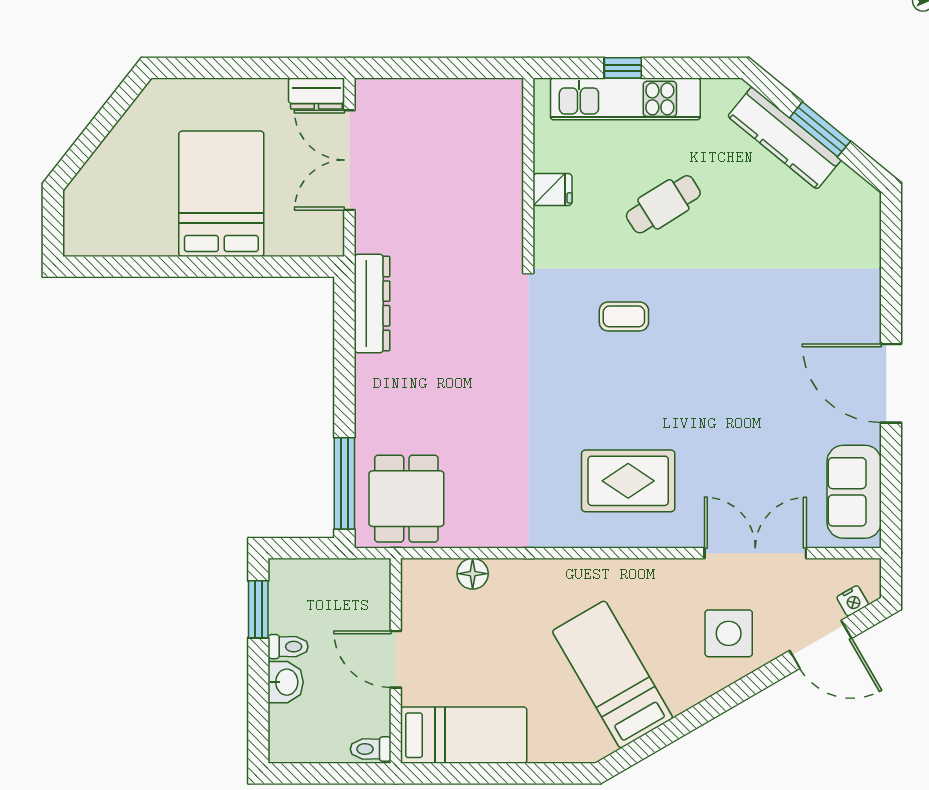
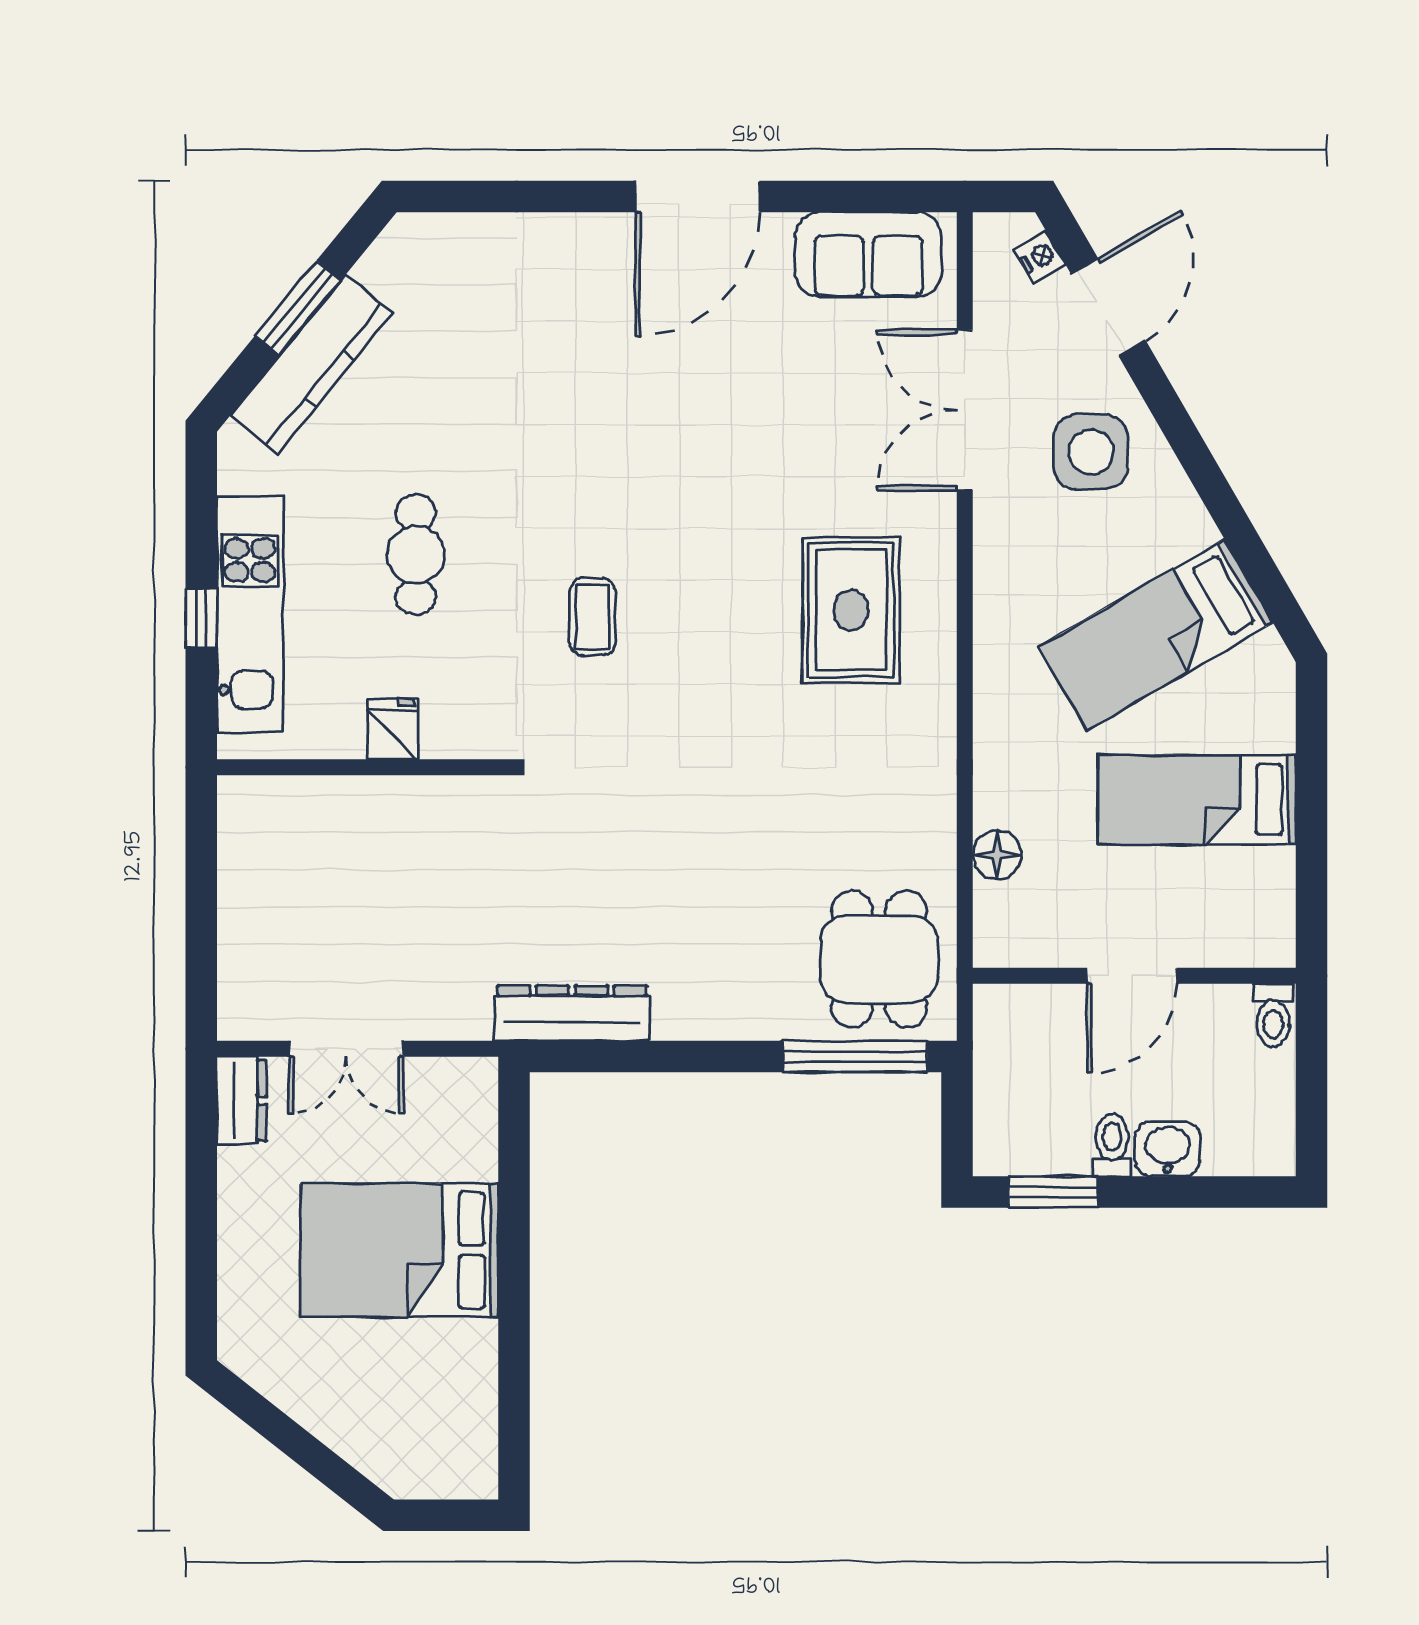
double door: (349, 160) -> (346, 1049), width x0.73
cafe table: (663, 204) -> (416, 555), turned 32
dining table: (406, 499) -> (879, 959), turned 90
bed: (464, 735) -> (1197, 800), moved, turned -90

